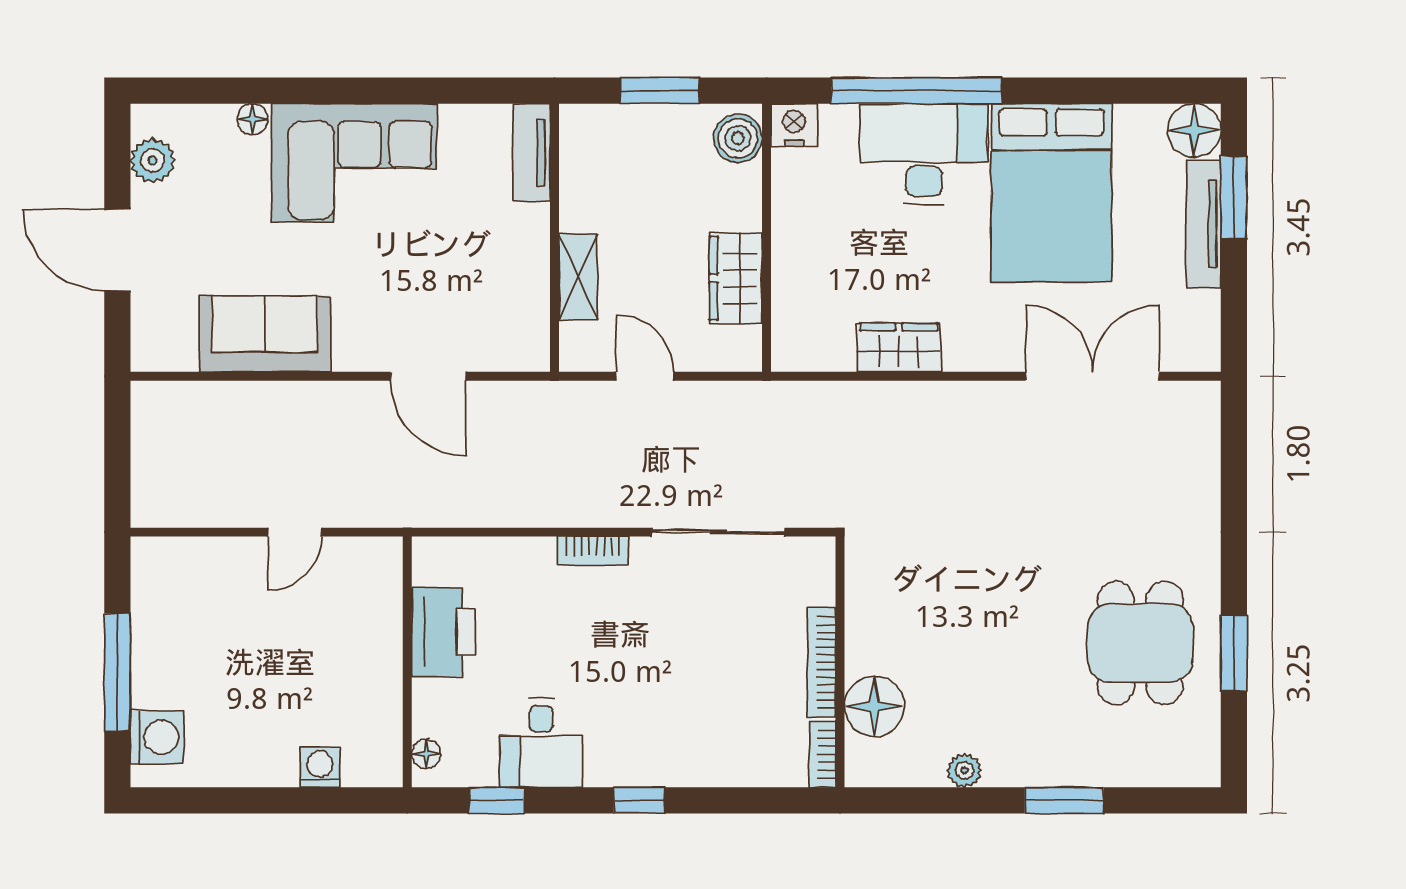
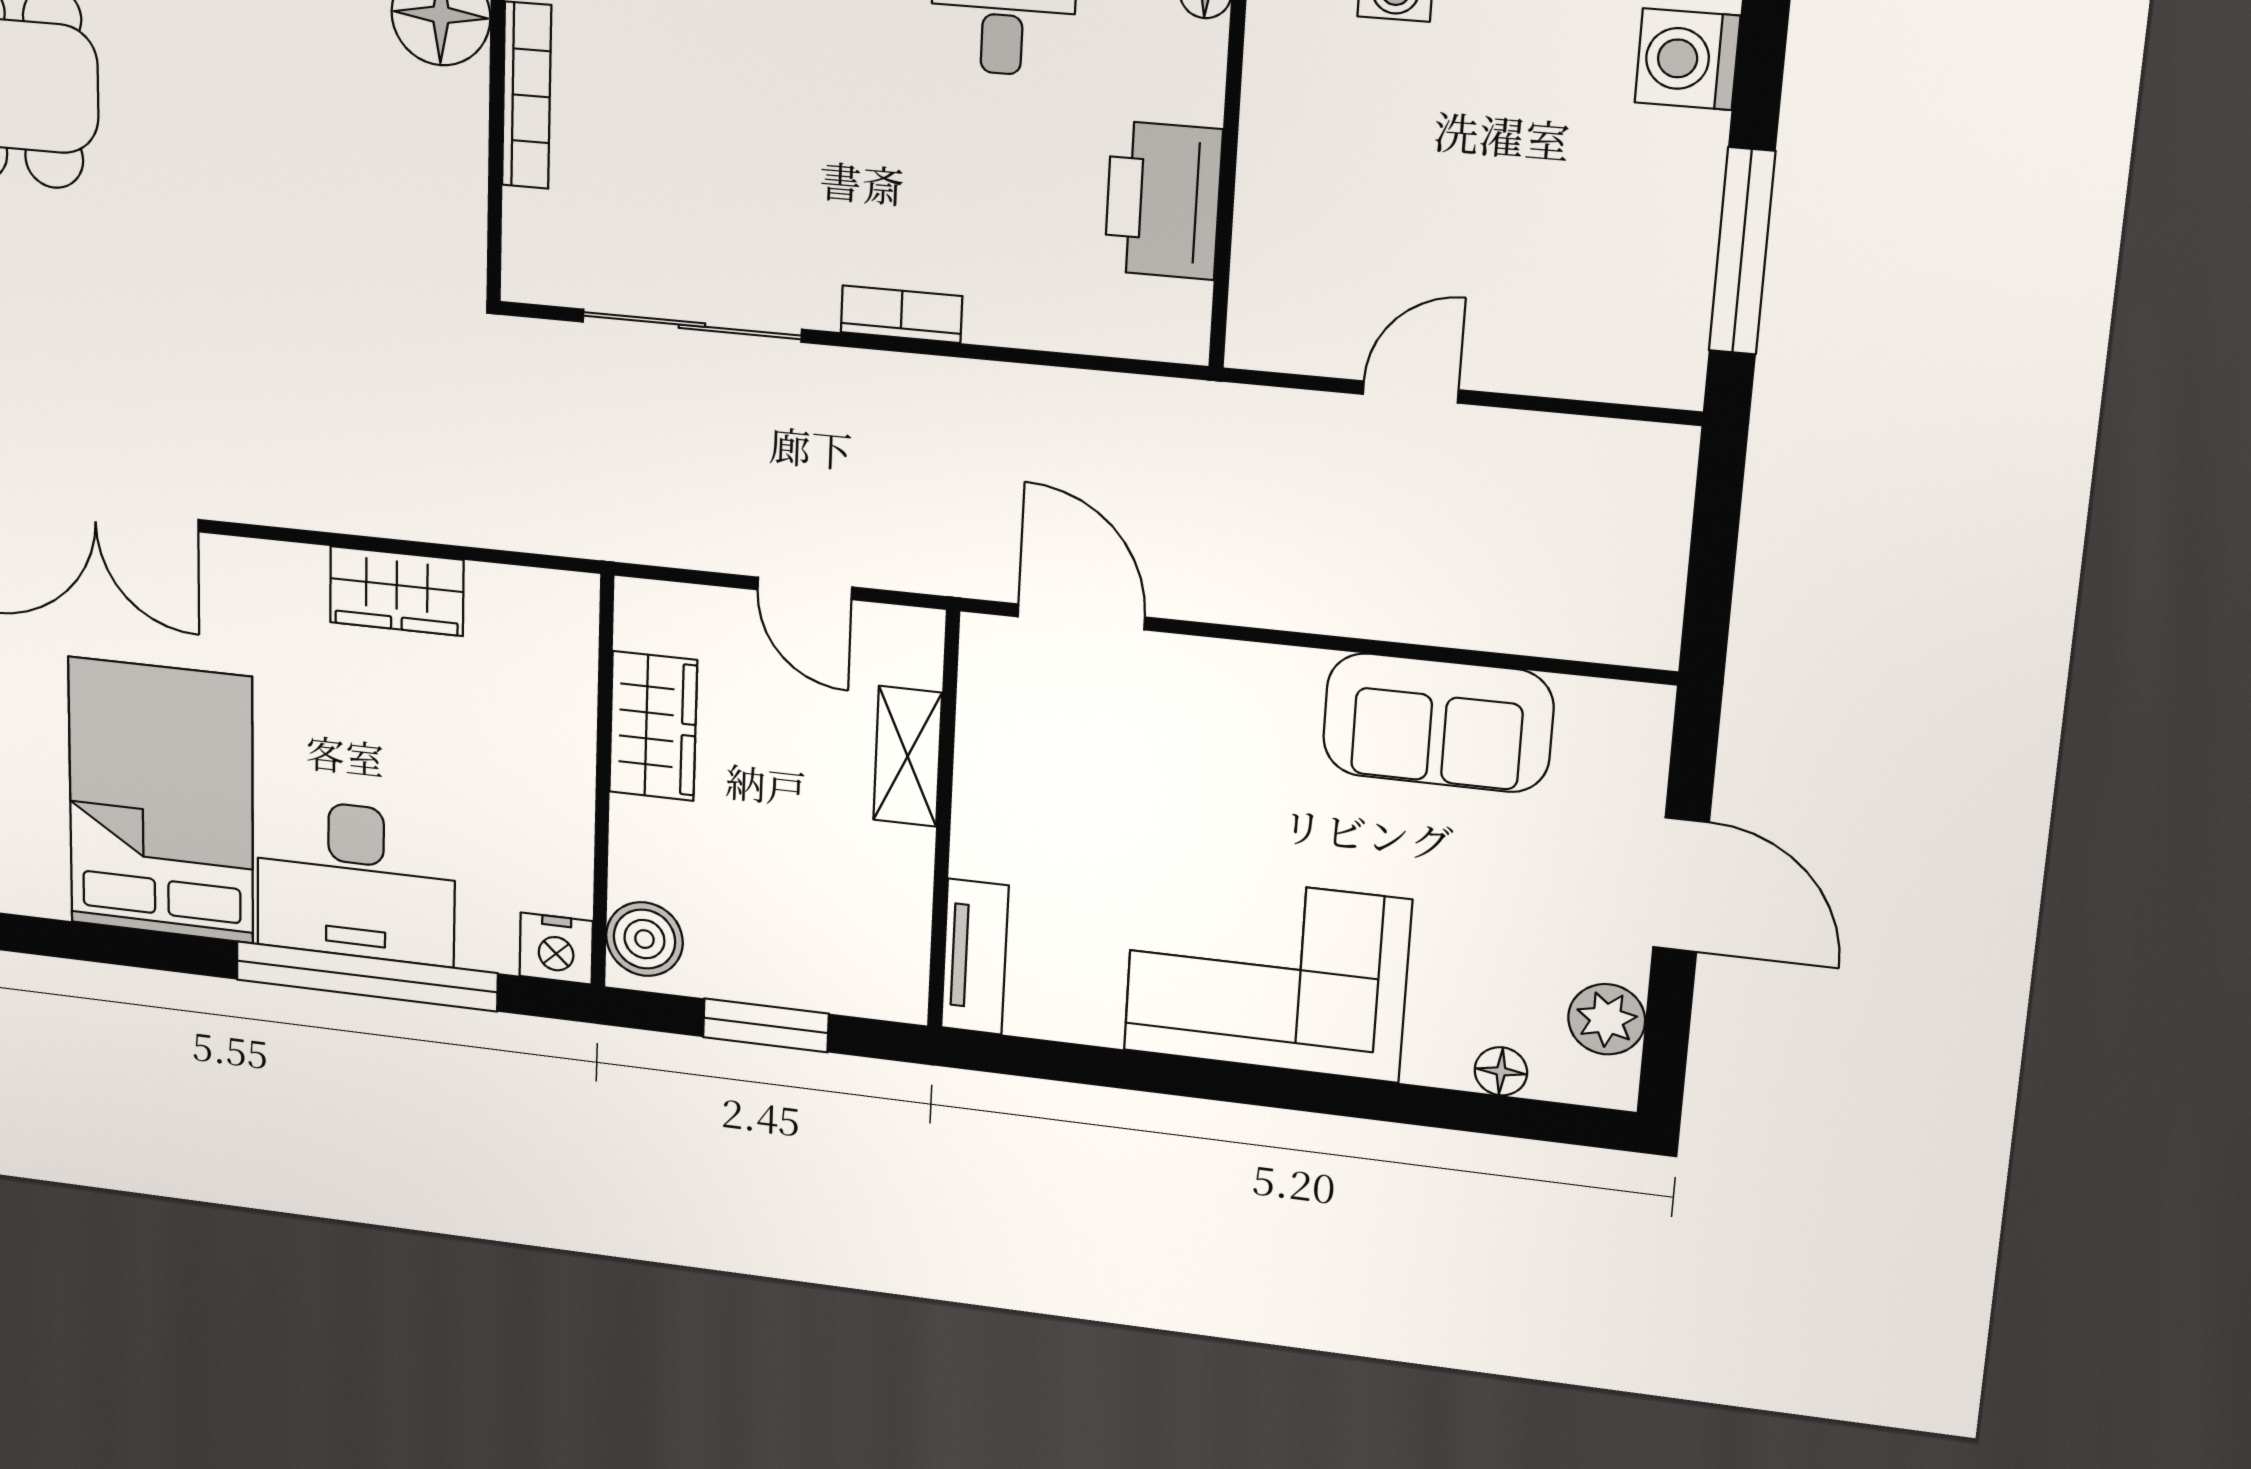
floor lamp: (252, 119) -> (1501, 1071), moved
door: (428, 376) -> (1081, 617), moved
window: (117, 672) -> (1742, 251), moved

